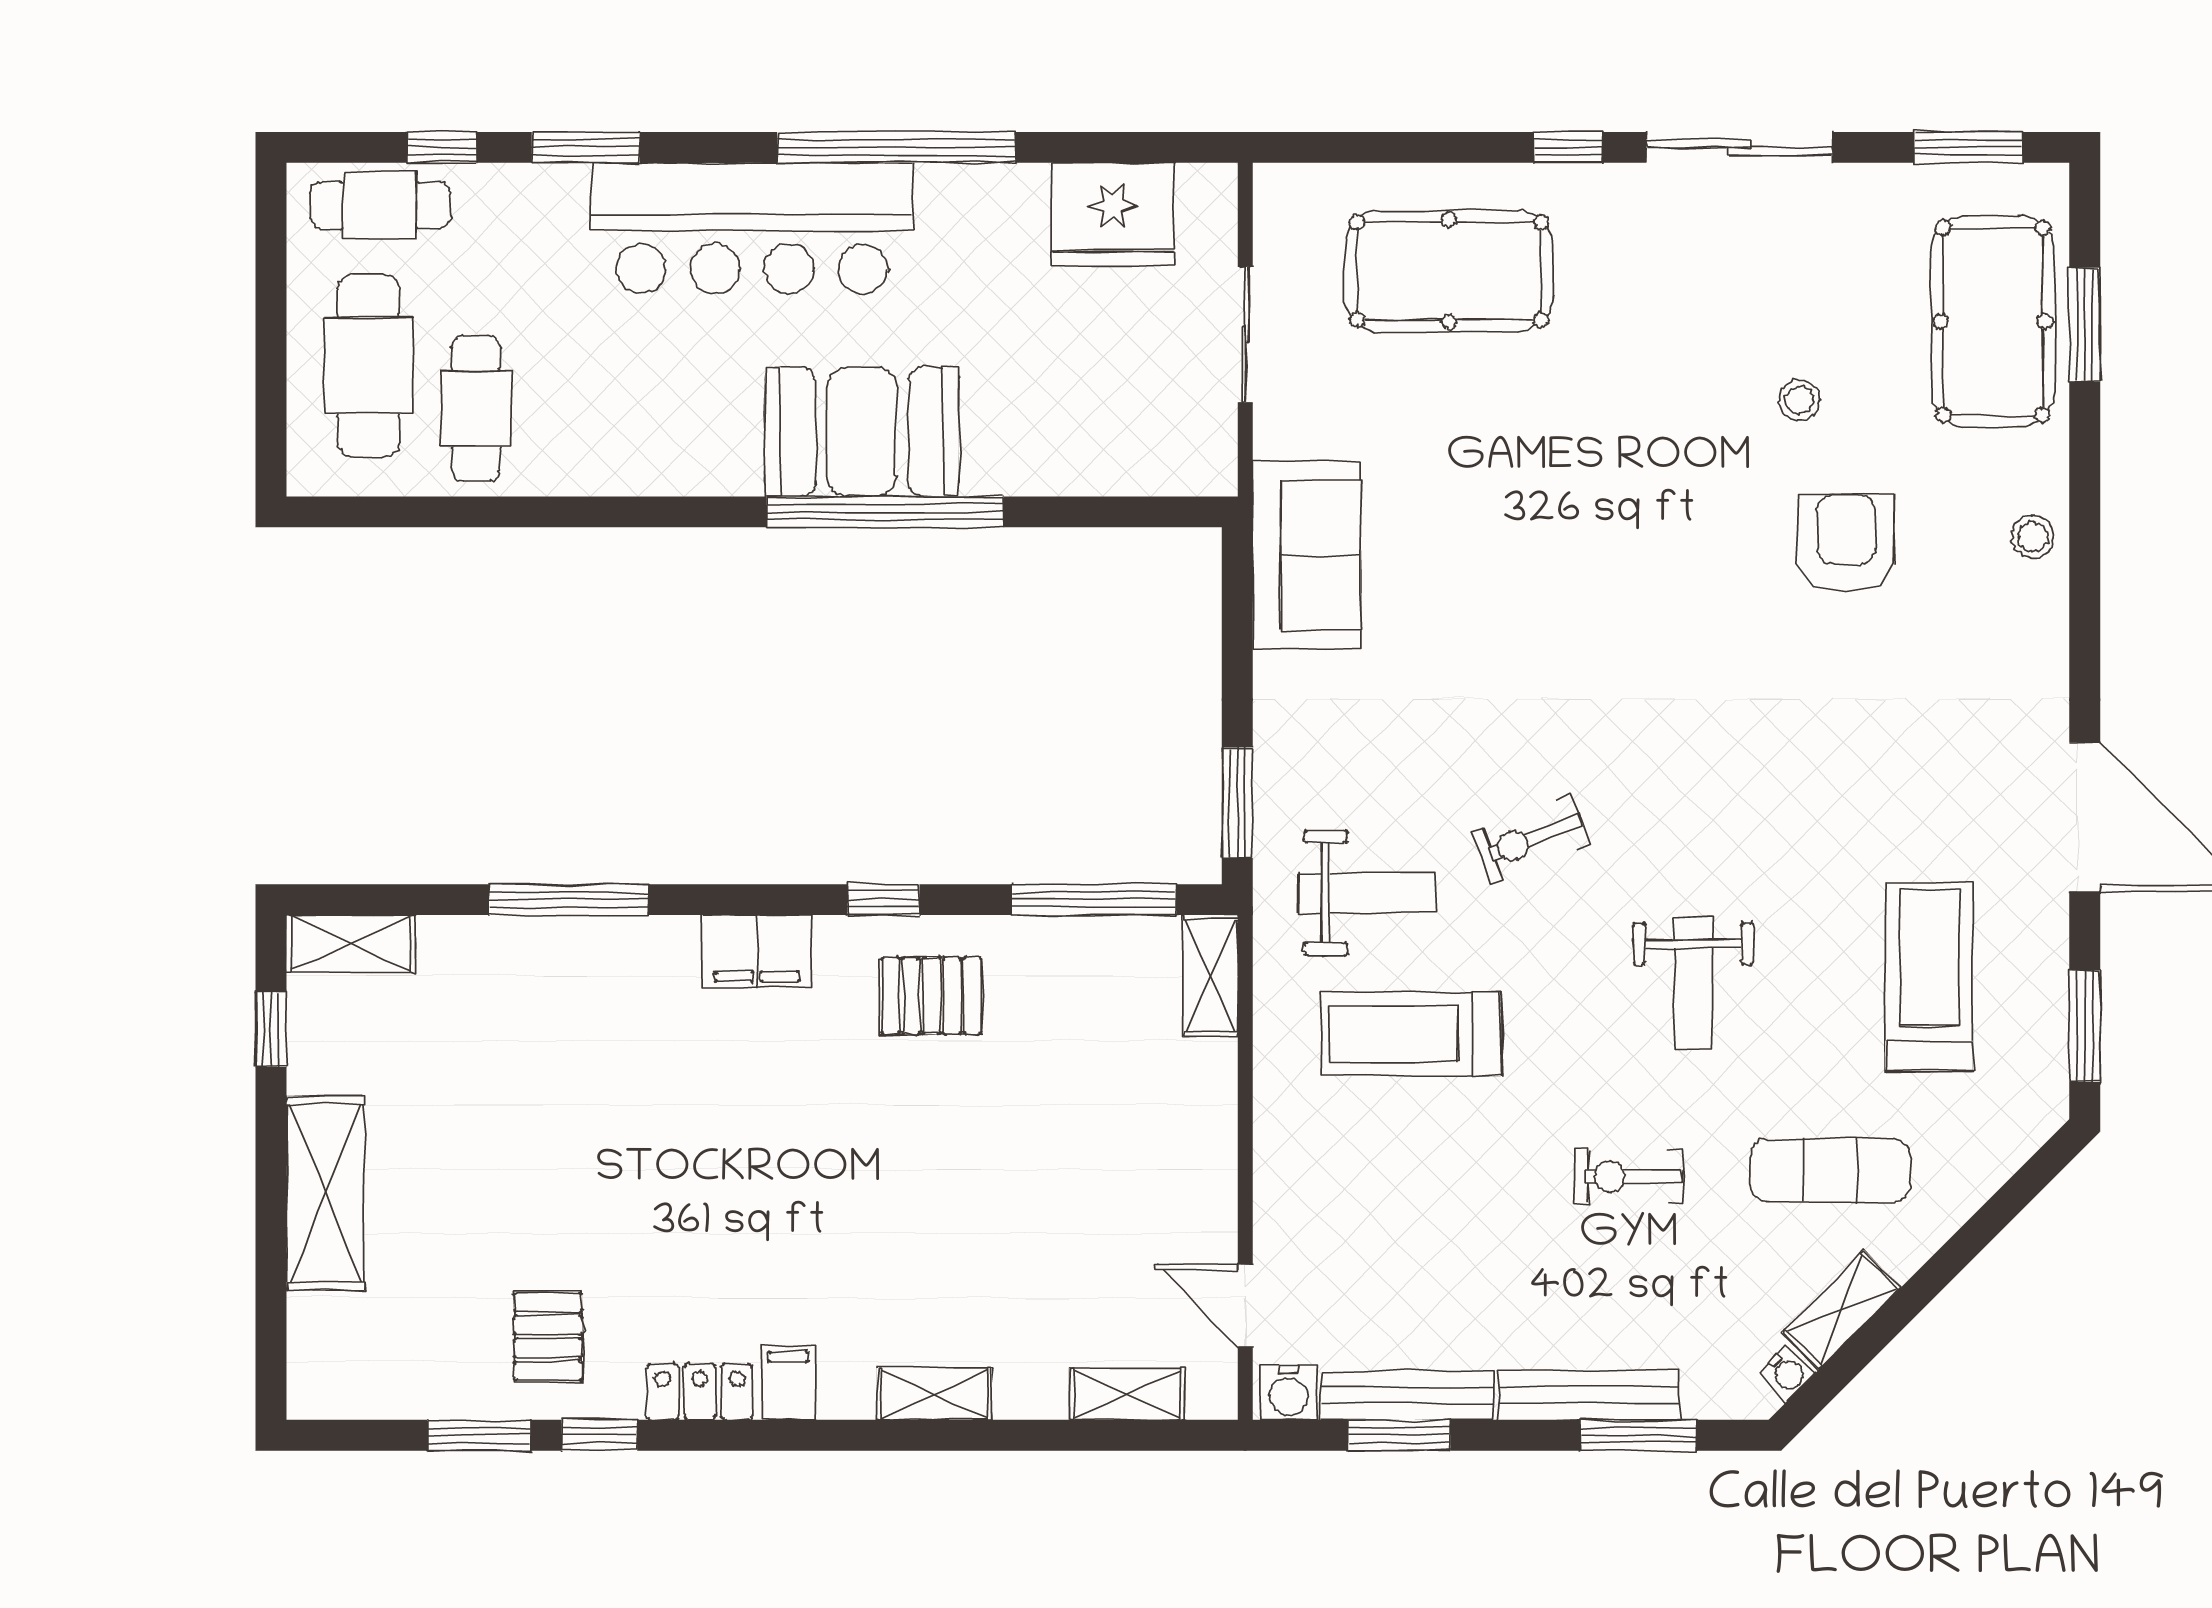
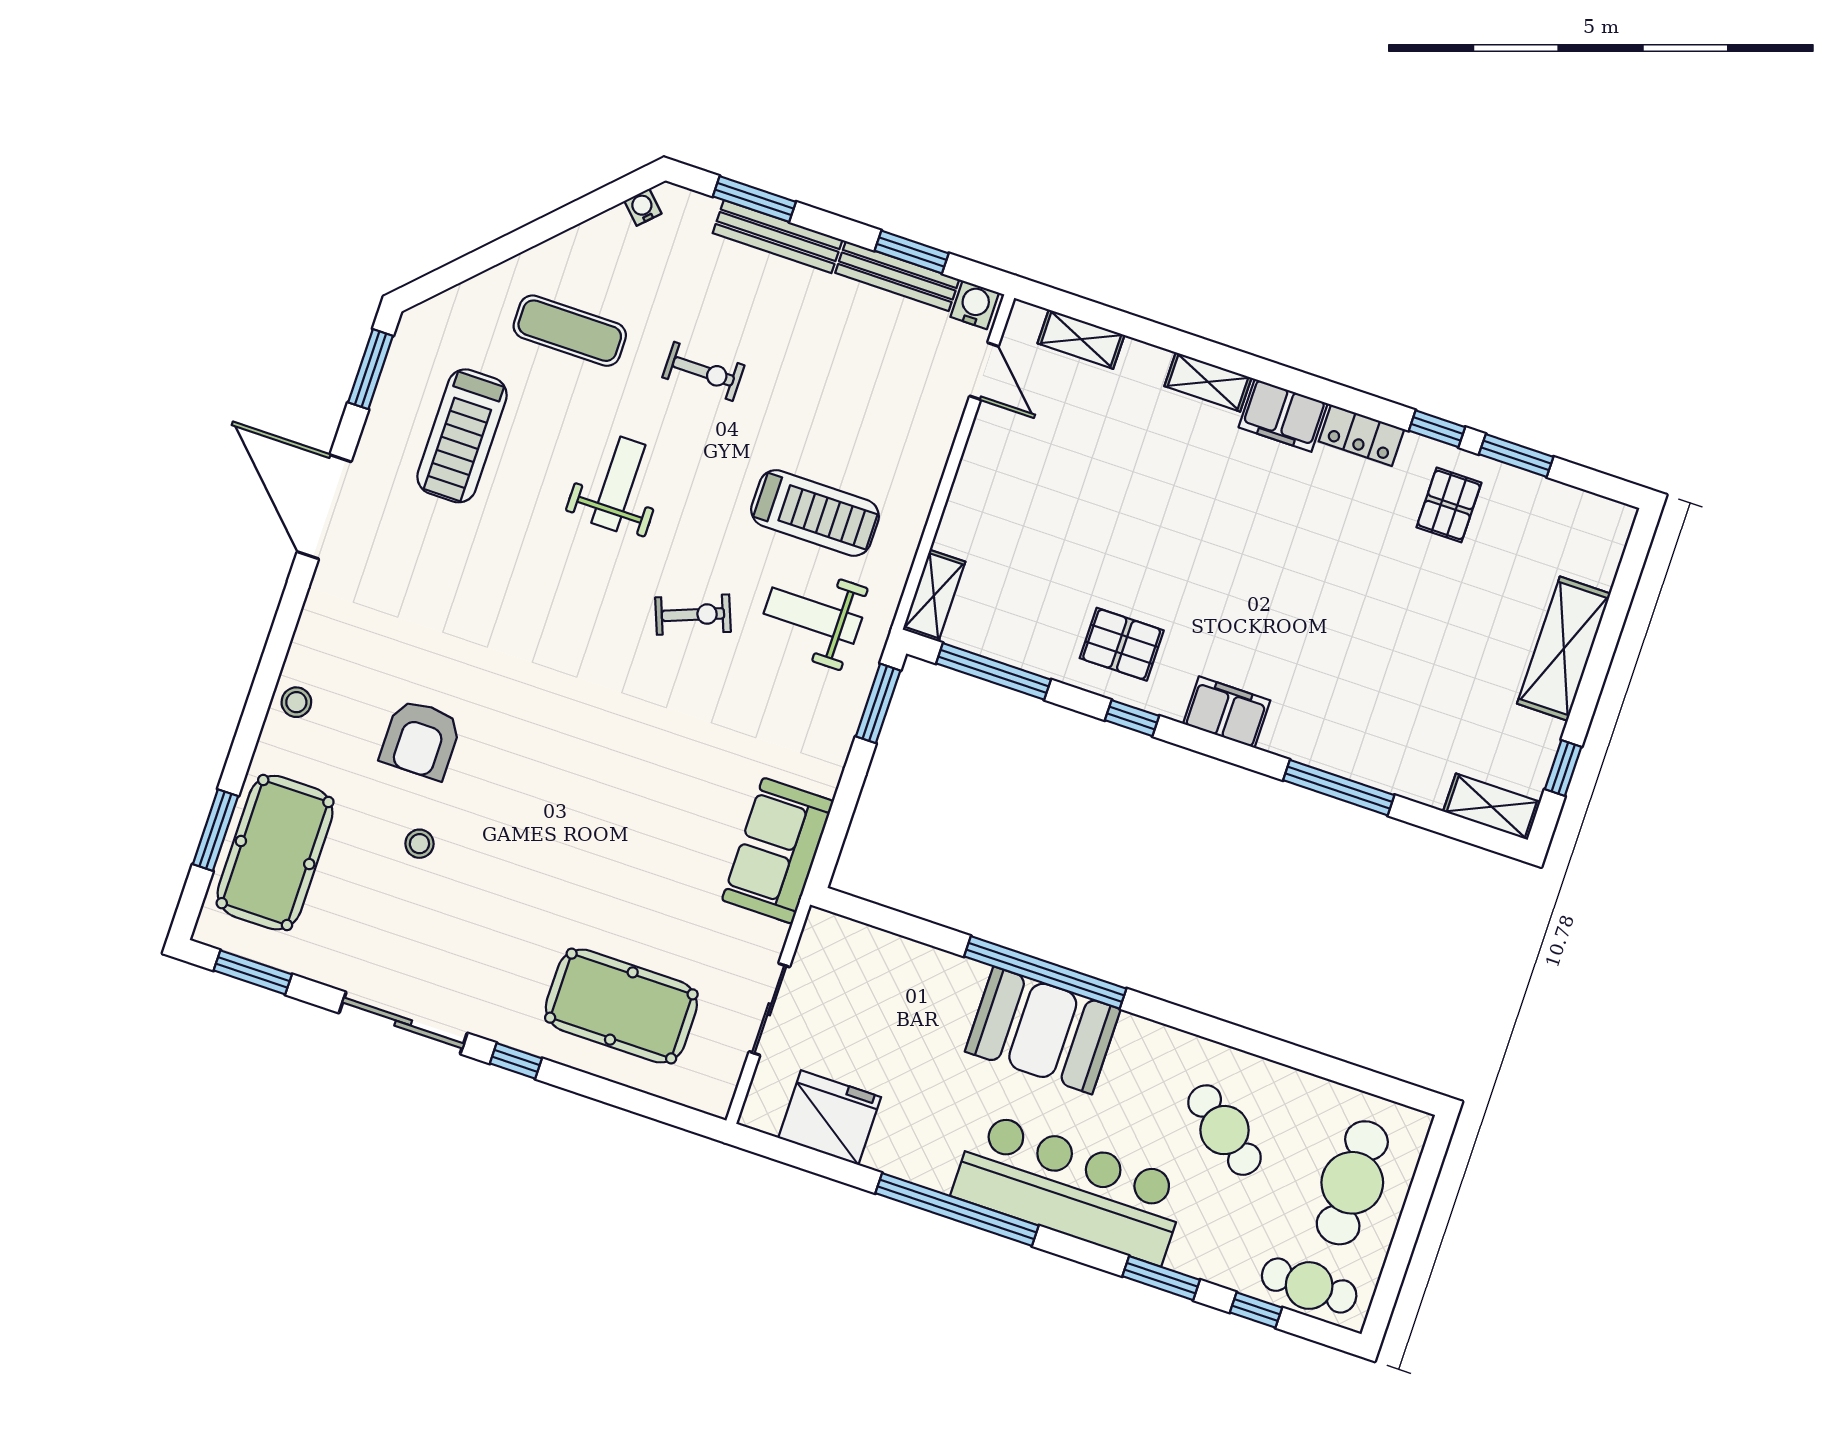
cafe table: (476, 408) -> (1225, 1130), moved, turned -53
shelving: (1842, 1310) -> (593, 237), removed
filing cabinet: (788, 1383) -> (1283, 415), width x2.00

